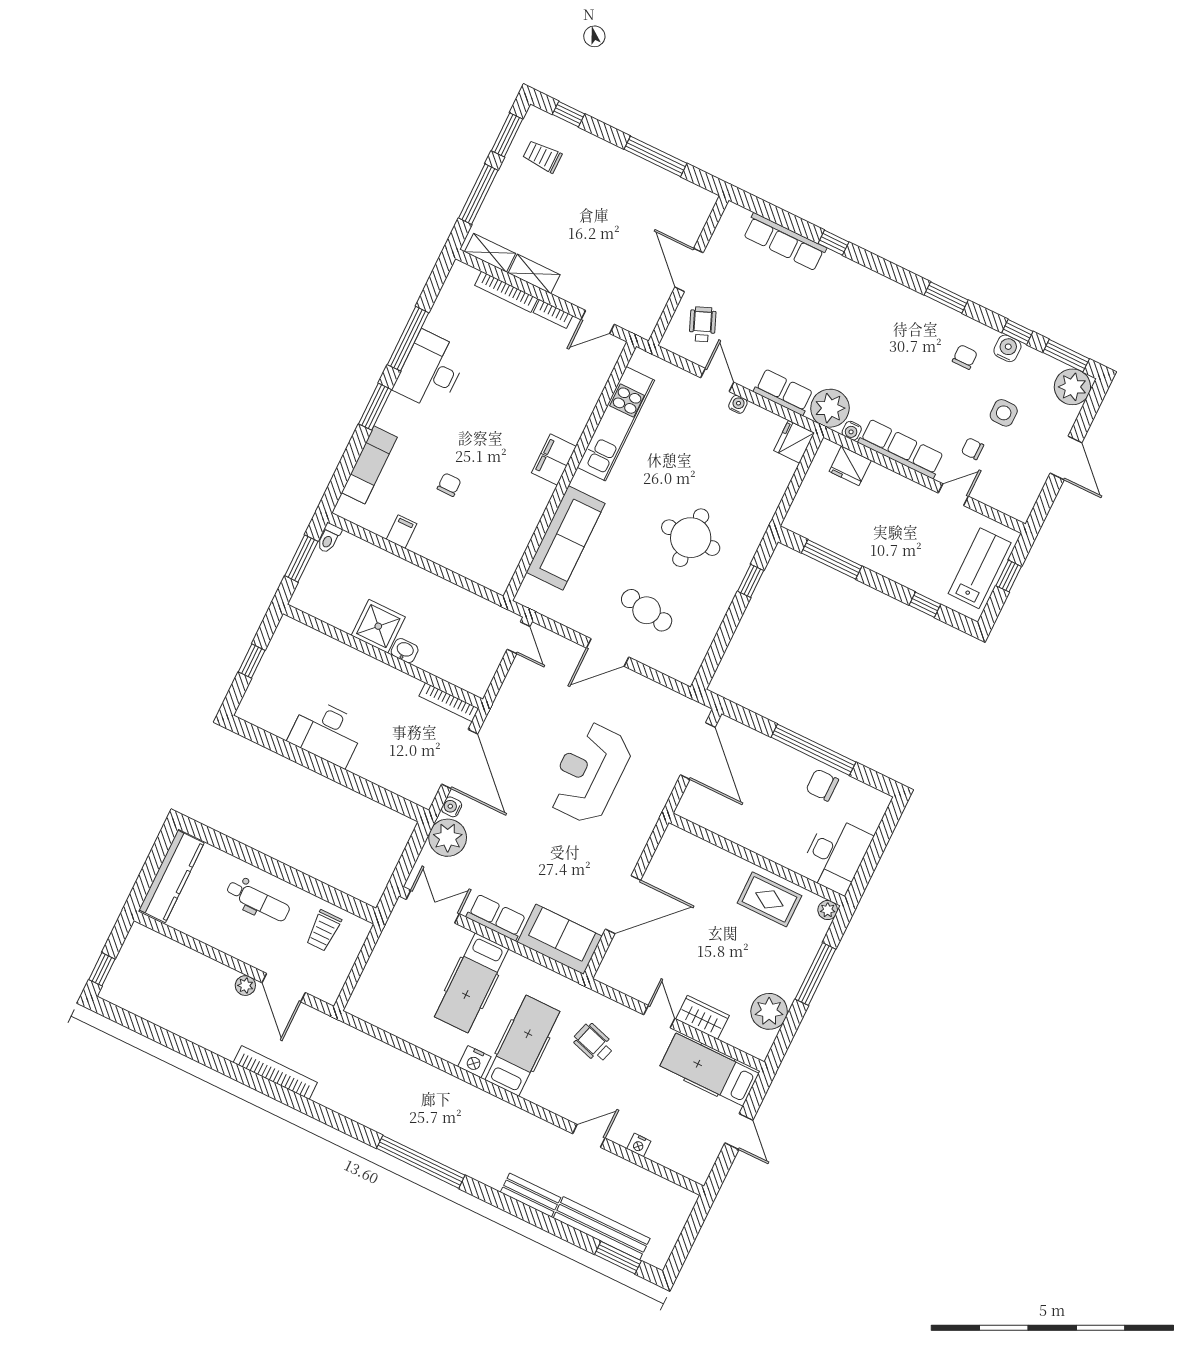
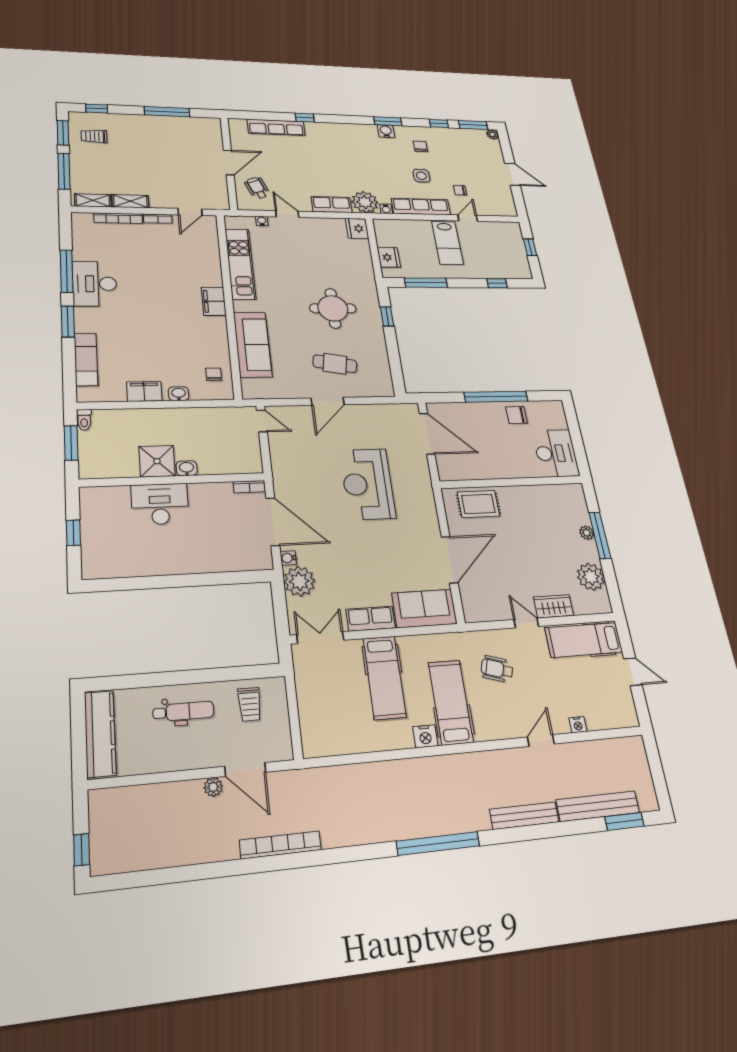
door: (689, 270) -> (229, 163), swing flipped
water cooler: (1007, 348) -> (386, 131), moved
plant: (1072, 387) -> (492, 134), width x0.53, depth x0.53
water cooler: (738, 404) -> (262, 221), moved
side table: (1004, 413) -> (421, 176), moved
fridge: (850, 466) -> (389, 257), moved, turned -90
chair: (449, 485) -> (214, 374), moved
filing cabinet: (401, 532) -> (144, 391), width x2.00
washbasin: (446, 558) -> (179, 394), added
lab bench: (980, 568) -> (448, 243), moved, turned 180
bookcase: (449, 702) -> (249, 487), width x0.64
desk: (327, 732) -> (160, 504), moved, turned 180
rug: (769, 899) -> (478, 504), moved
plant: (828, 910) -> (587, 533), moved
bench: (530, 1195) -> (524, 816), width x1.36

